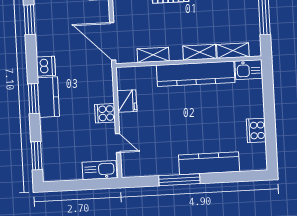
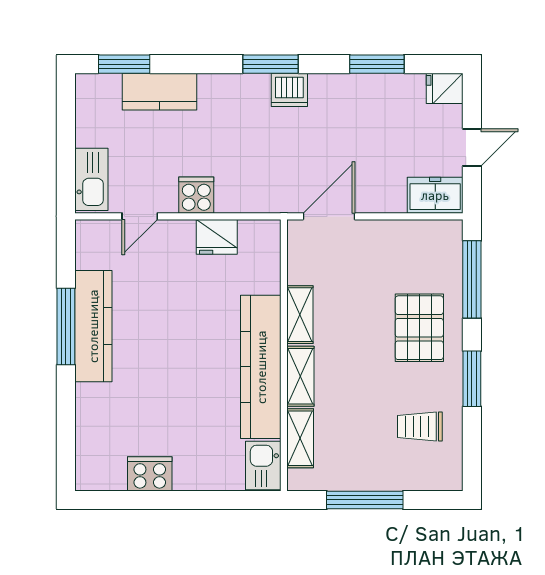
door: (113, 41) -> (329, 216), width x0.73
shelving: (153, 55) -> (300, 315), moved
kitchen counter: (48, 97) -> (160, 92), moved
window: (34, 99) -> (271, 64), moved
kitchen counter: (209, 163) -> (93, 326), moved

